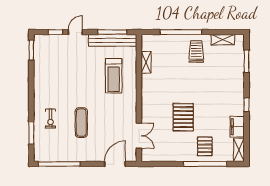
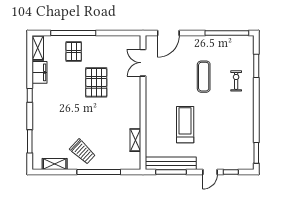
trolley: (196, 51) -> (83, 152), turned -47
treadmill: (114, 76) -> (185, 125), moved

